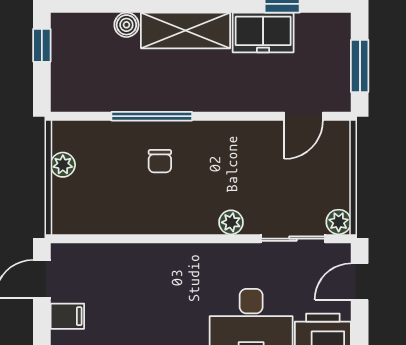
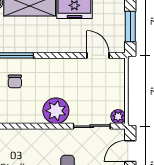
door: (304, 116) -> (98, 55), swing flipped
plant: (231, 222) -> (56, 111), width x1.88, depth x1.88

